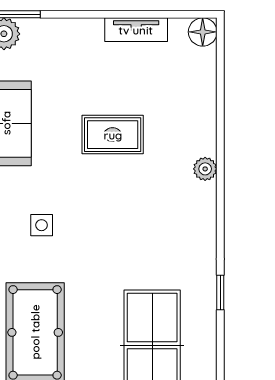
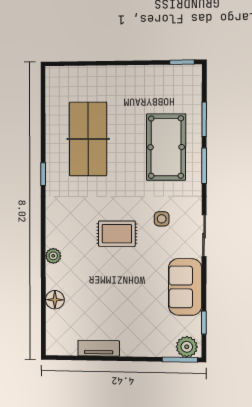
floor lamp: (203, 32) -> (55, 300), moved
rug: (113, 135) -> (117, 234), moved

